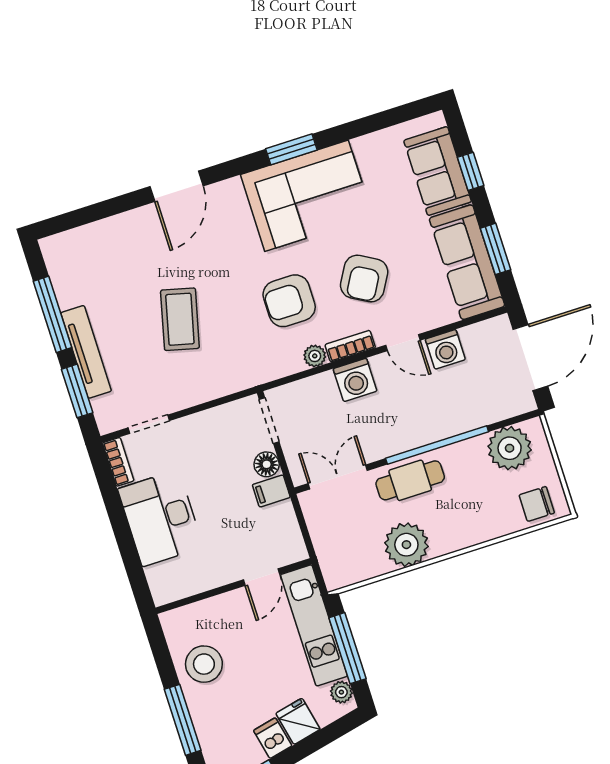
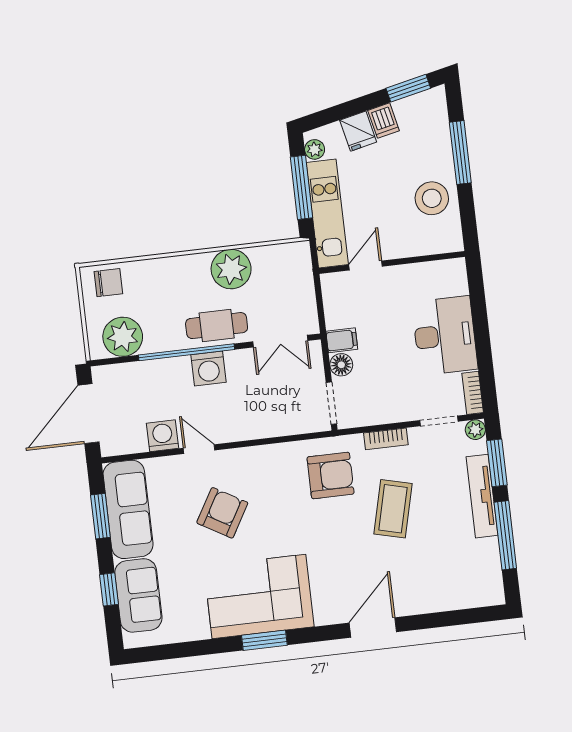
armchair: (289, 301) -> (331, 475), moved
bookcase: (350, 346) -> (386, 439), moved
plant: (315, 356) -> (475, 430), moved
washing machine: (355, 380) -> (209, 369), moved, turned 180

